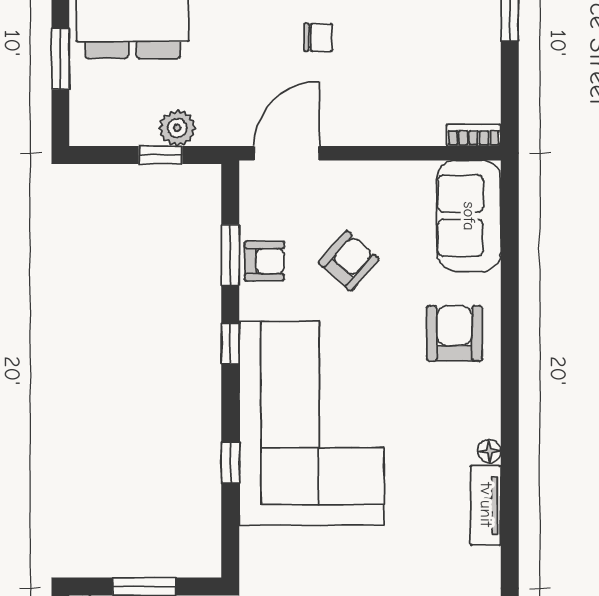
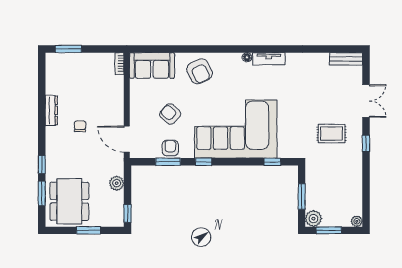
window: (161, 155) -> (127, 214), moved
armchair: (454, 333) -> (199, 71), turned -116
window: (230, 463) -> (272, 162), moved

